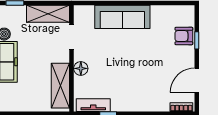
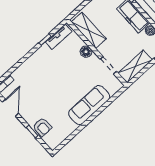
armchair: (184, 36) -> (42, 127), turned 90

